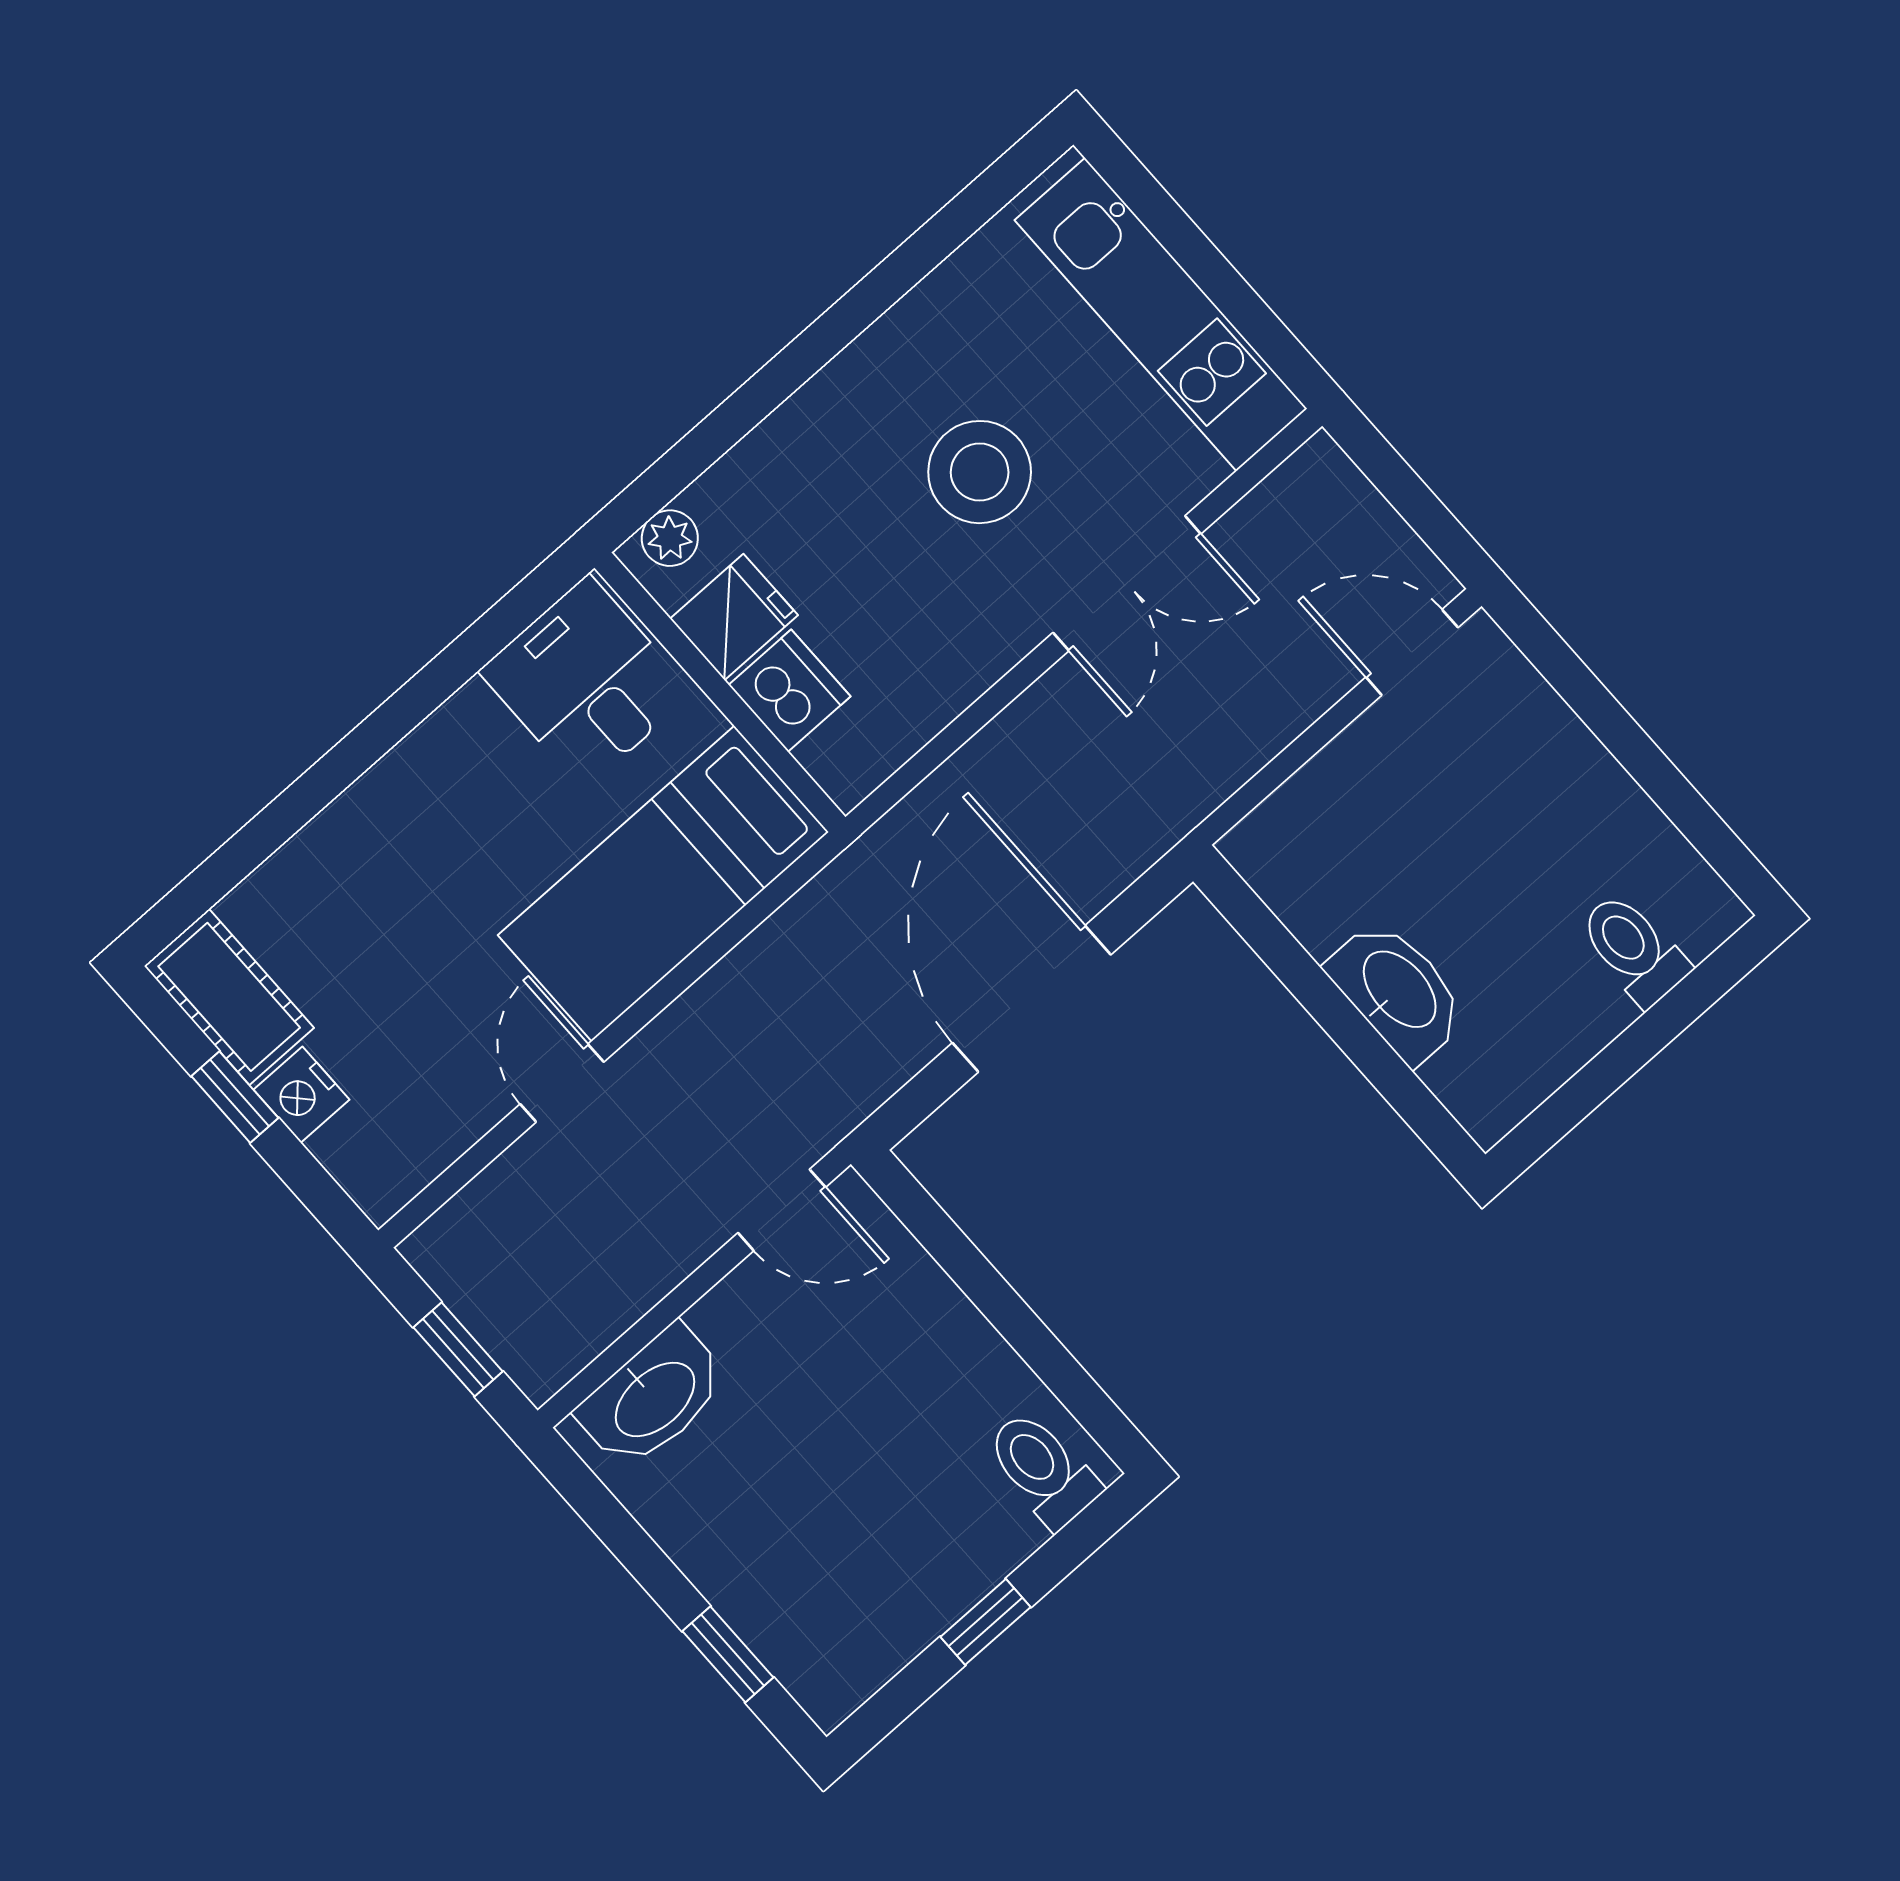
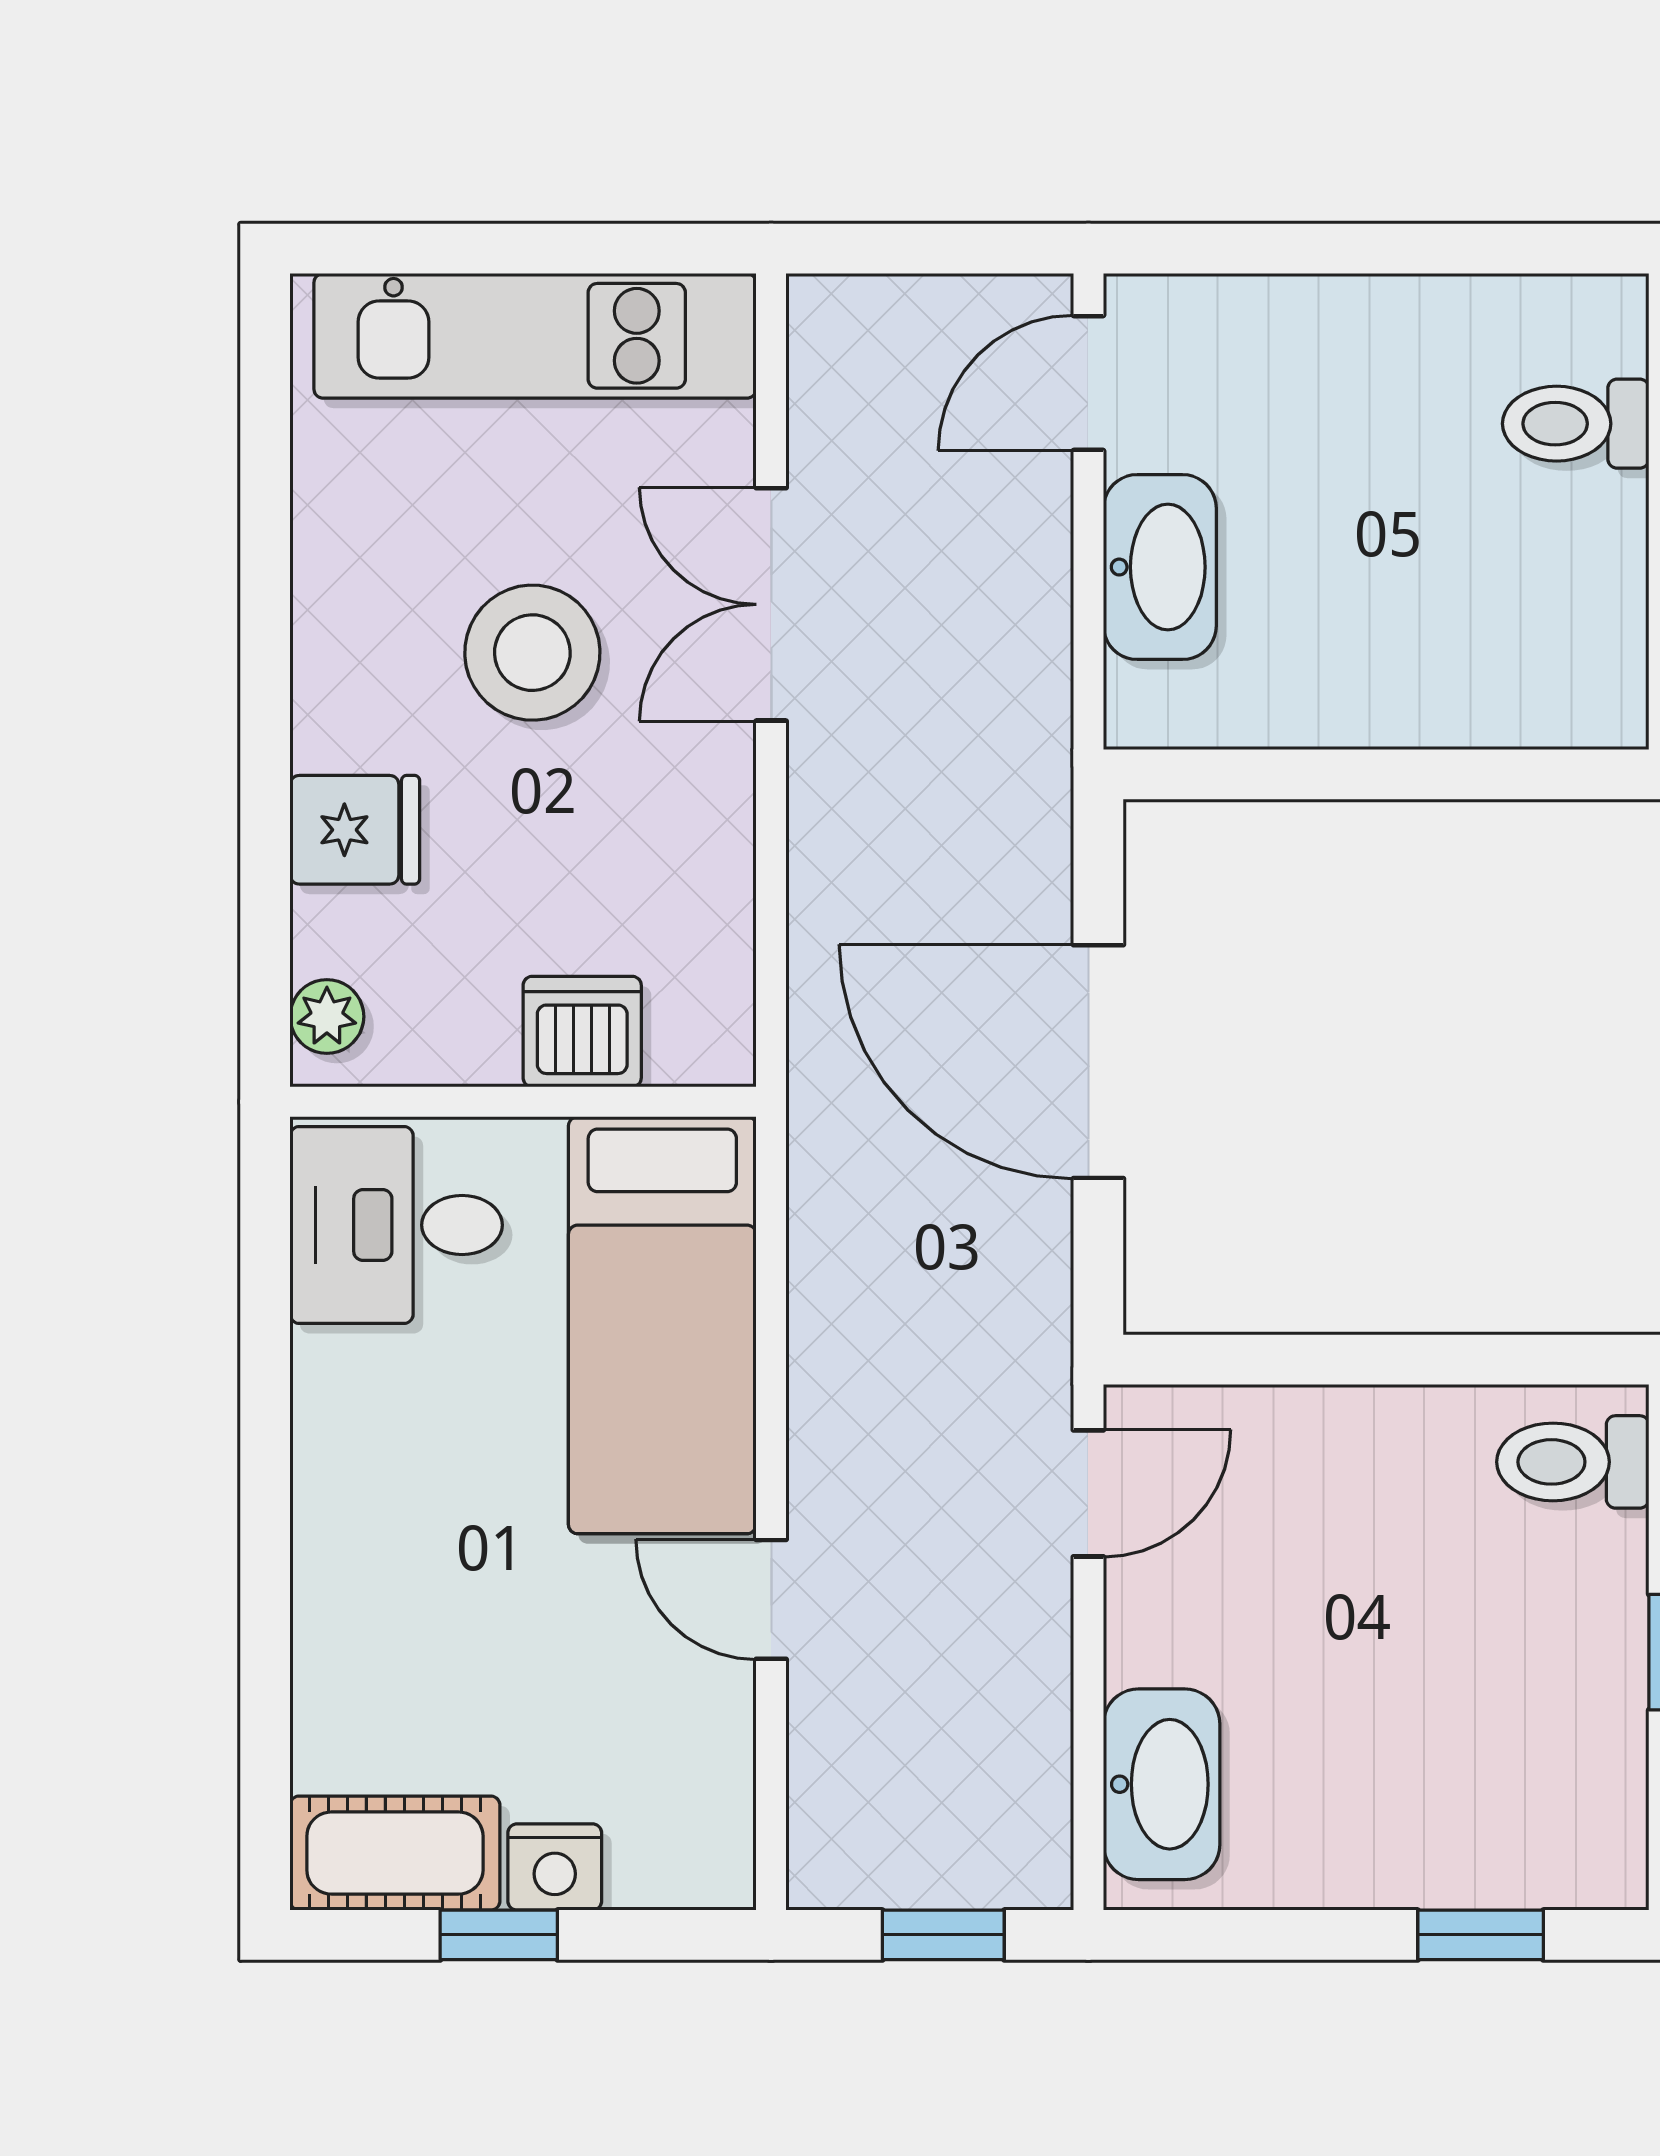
double door: (1127, 583) -> (771, 604), swing flipped
fridge: (734, 617) -> (355, 830), moved, turned 90
washbasin: (1398, 991) -> (1160, 567), moved, turned 90

